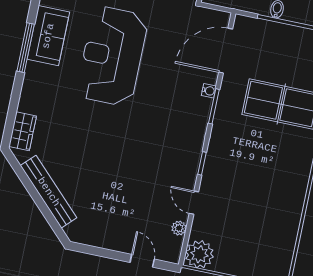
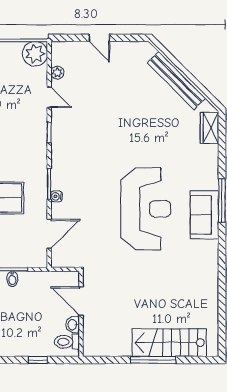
door: (226, 51) -> (49, 234), width x0.73
door: (142, 261) -> (99, 38), moved

